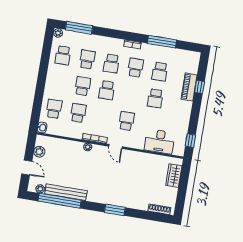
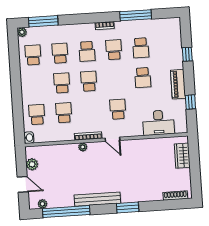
school desk: (63, 55) -> (33, 55), turned 180
piano: (189, 87) -> (178, 84), moved
school desk: (107, 90) -> (89, 81), turned 180
window: (190, 141) -> (190, 102), moved
bench: (66, 192) -> (97, 199), moved

